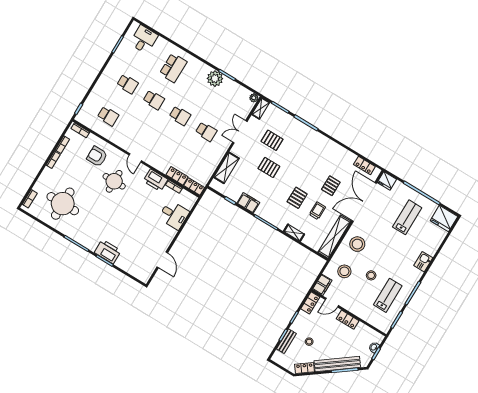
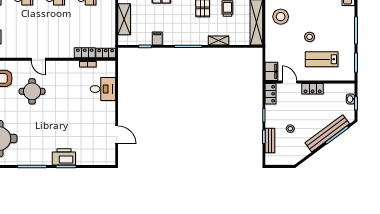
printer: (156, 180) -> (68, 68), removed
filing cabinet: (248, 203) -> (157, 38), width x0.50
stool: (344, 271) -> (284, 48), removed
lab bench: (388, 295) -> (322, 59), moved, turned -90
door: (332, 303) -> (289, 82), swing flipped
locker: (305, 368) -> (300, 154), removed

